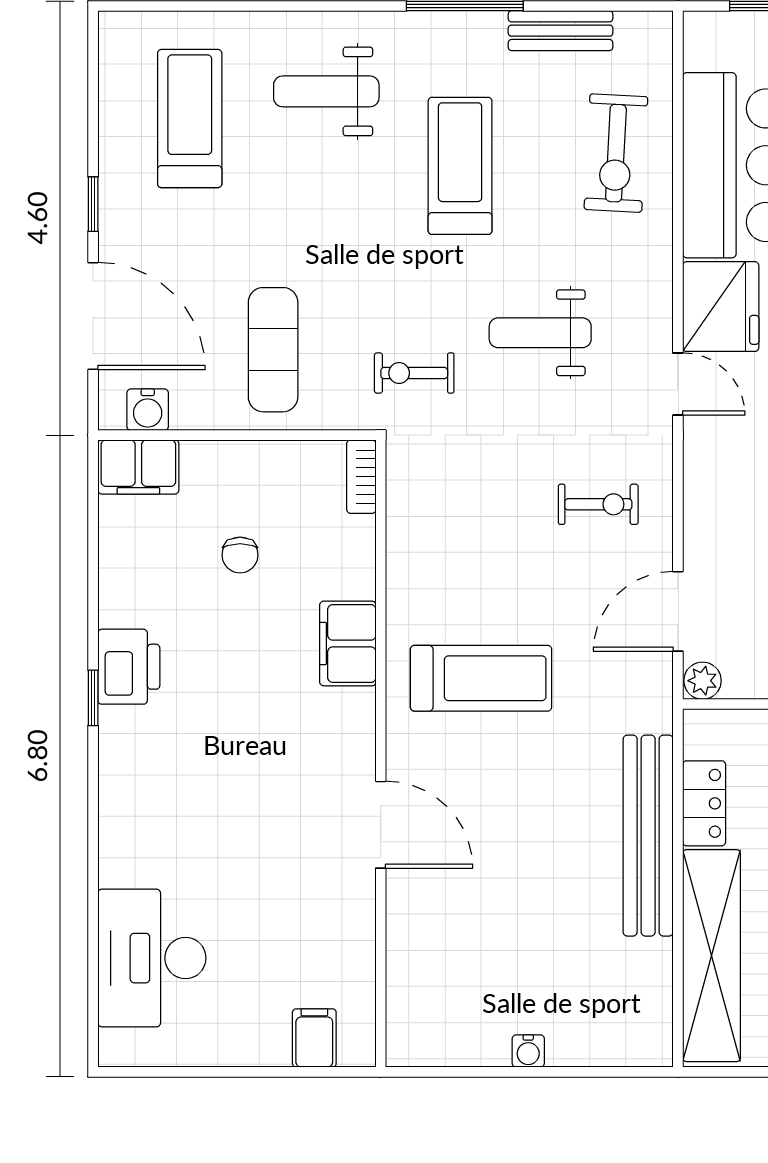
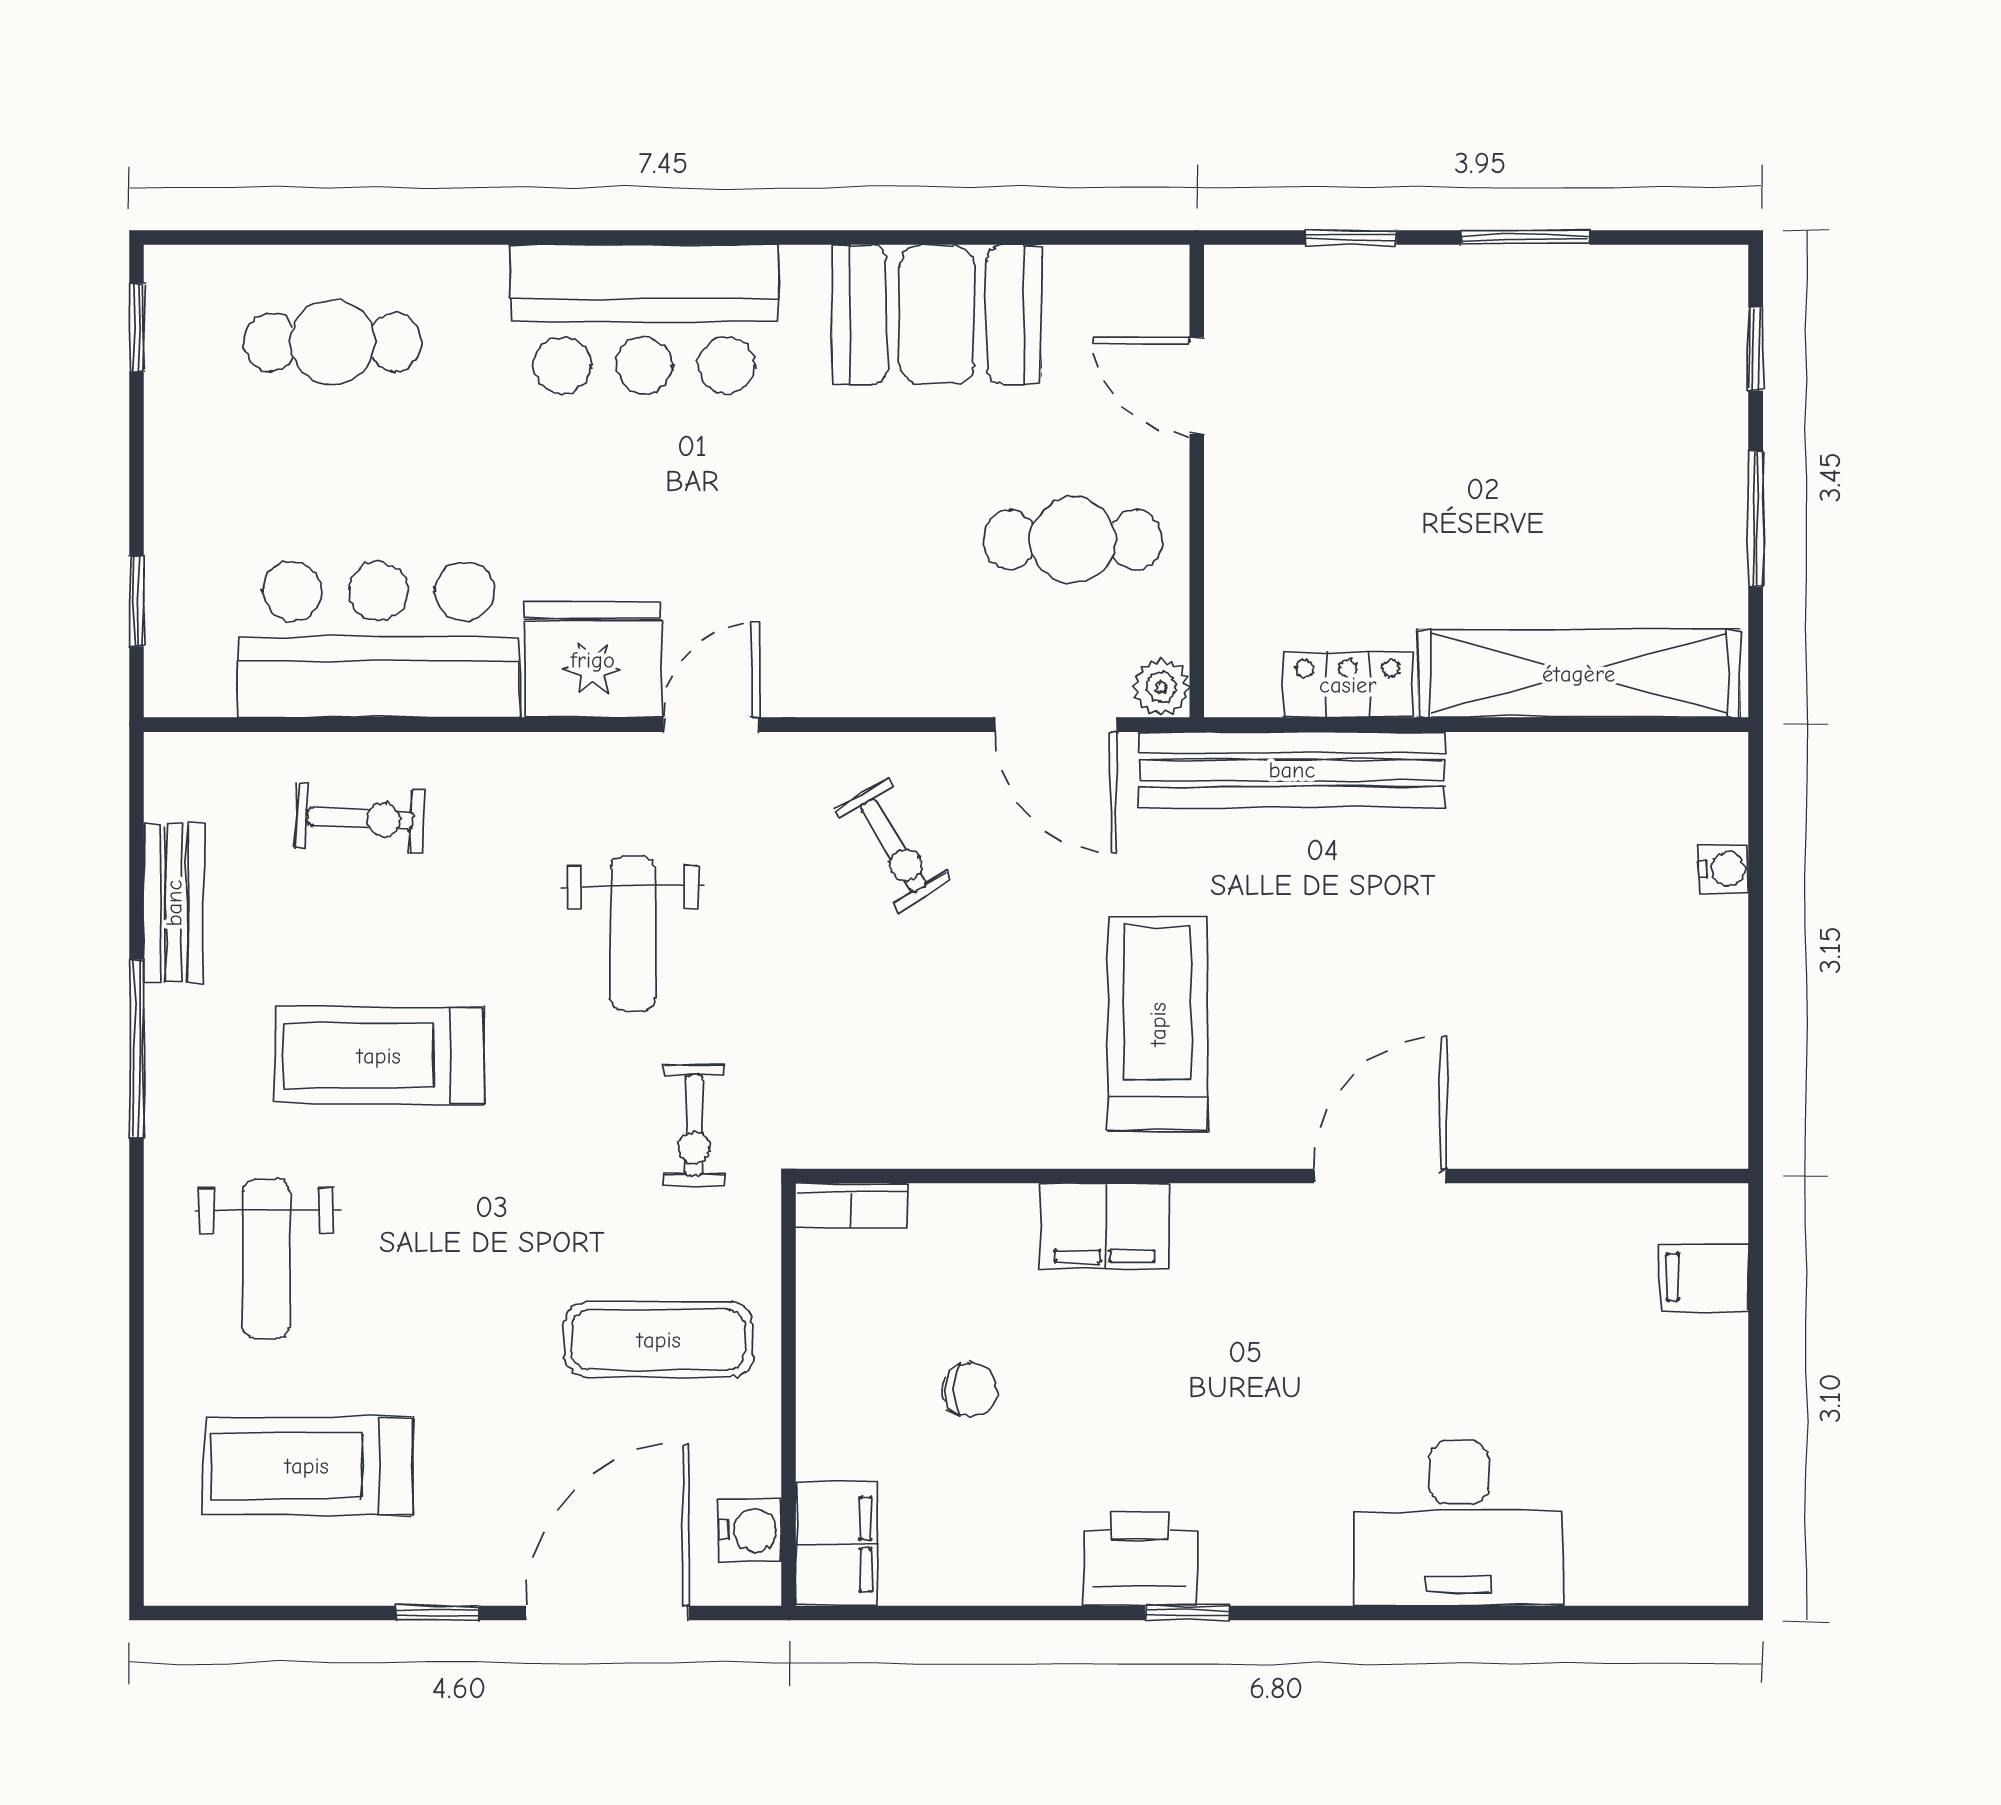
exercise bike: (616, 153) -> (360, 819), width x0.73, depth x0.72
exercise bike: (598, 504) -> (894, 846), turned 148
bench: (648, 836) -> (1292, 770), moved
desk: (152, 958) -> (1459, 1524), moved
water cooler: (528, 1051) -> (1724, 869), moved

